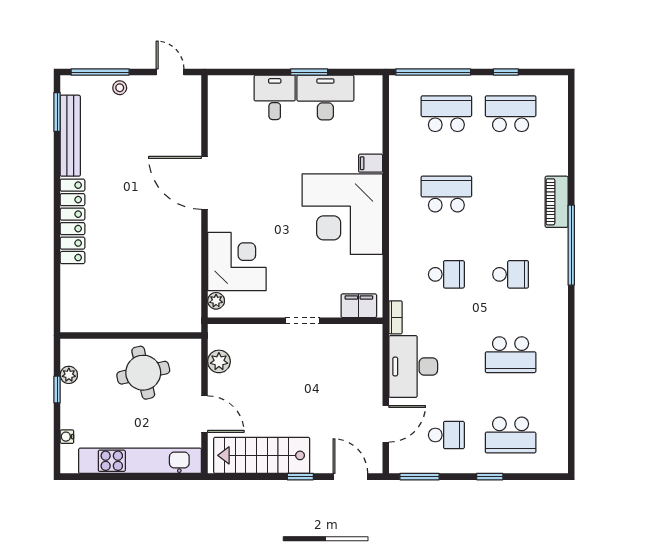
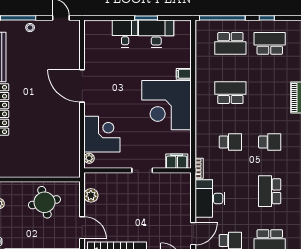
school desk: (446, 114) -> (230, 43), turned 180
school desk: (511, 355) -> (270, 191), turned 90

